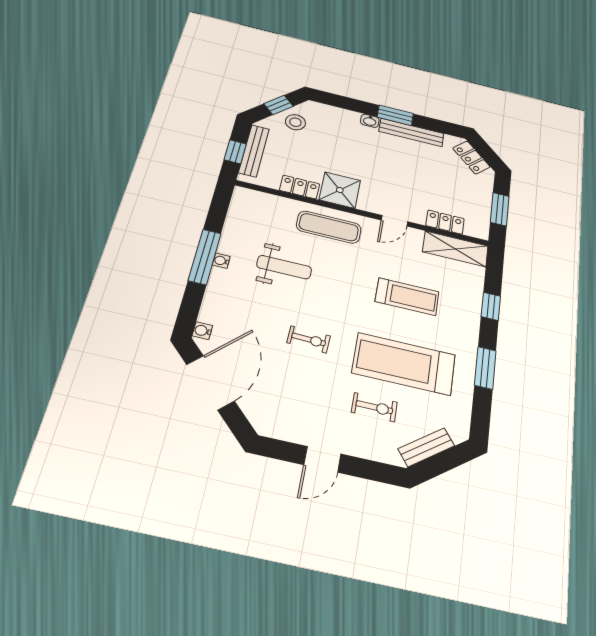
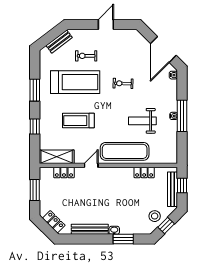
window: (395, 115) -> (123, 239), moved
shower: (340, 190) -> (123, 177), removed
exercise mat: (329, 227) -> (125, 151), width x1.36, depth x1.45

